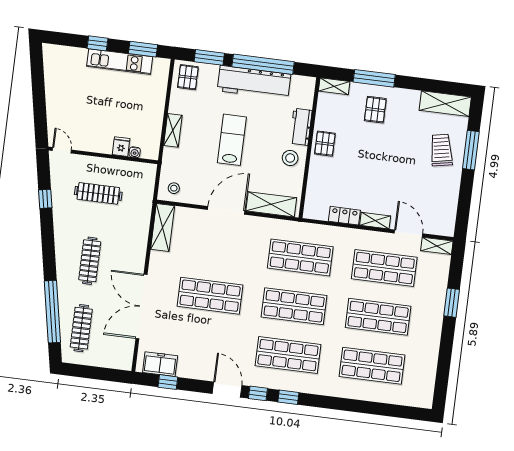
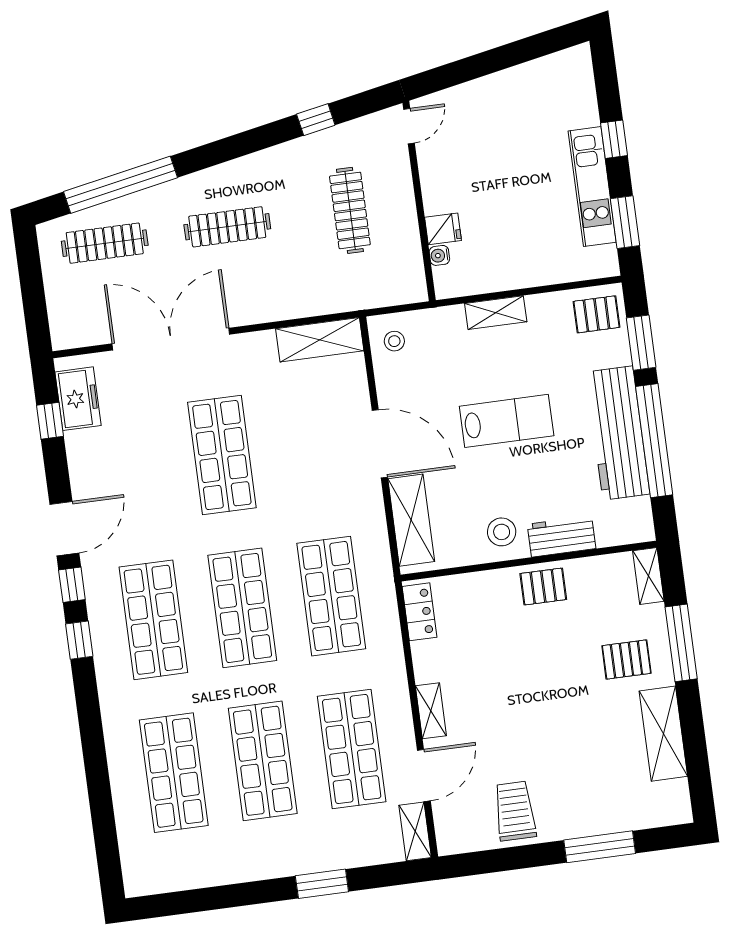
shelving: (445, 104) -> (663, 734), moved
trolley: (441, 150) -> (515, 811), moved, turned -79
locker: (344, 216) -> (420, 612), moved

